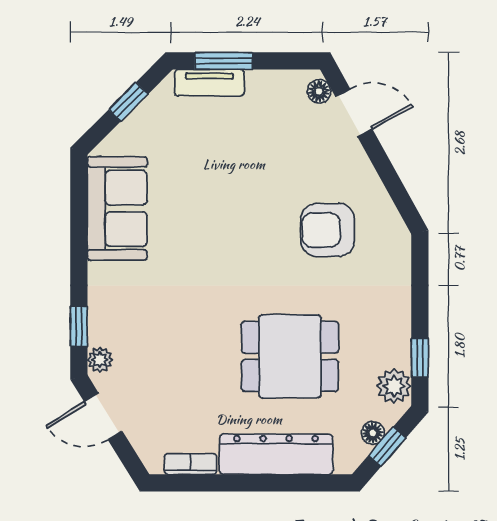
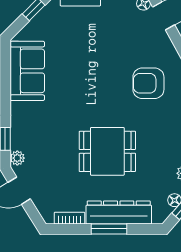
dining table: (290, 356) -> (107, 151), moved
window: (259, 483) -> (109, 229), added

